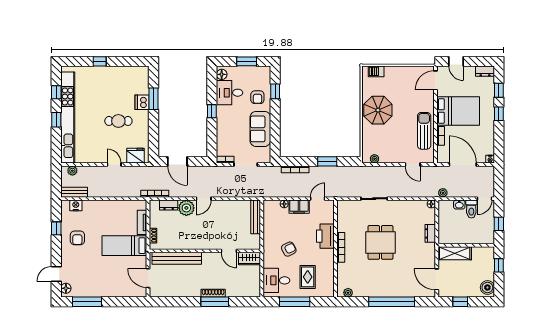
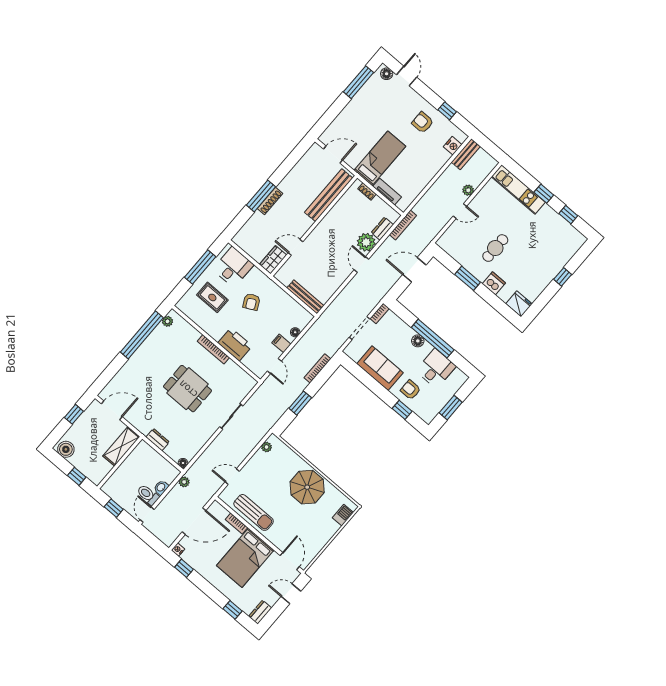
floor lamp: (222, 74) -> (418, 341), moved
window: (153, 99) -> (468, 278), moved
window: (212, 111) -> (433, 339), width x3.17
window: (499, 114) -> (184, 568), moved
kitchen unit: (68, 118) -> (518, 189), width x0.54
fridge: (135, 156) -> (519, 304), moved, turned -90
plant: (72, 171) -> (468, 190), moved
filing cabinet: (299, 207) -> (281, 343), width x0.50
window: (392, 302) -> (142, 335), moved

